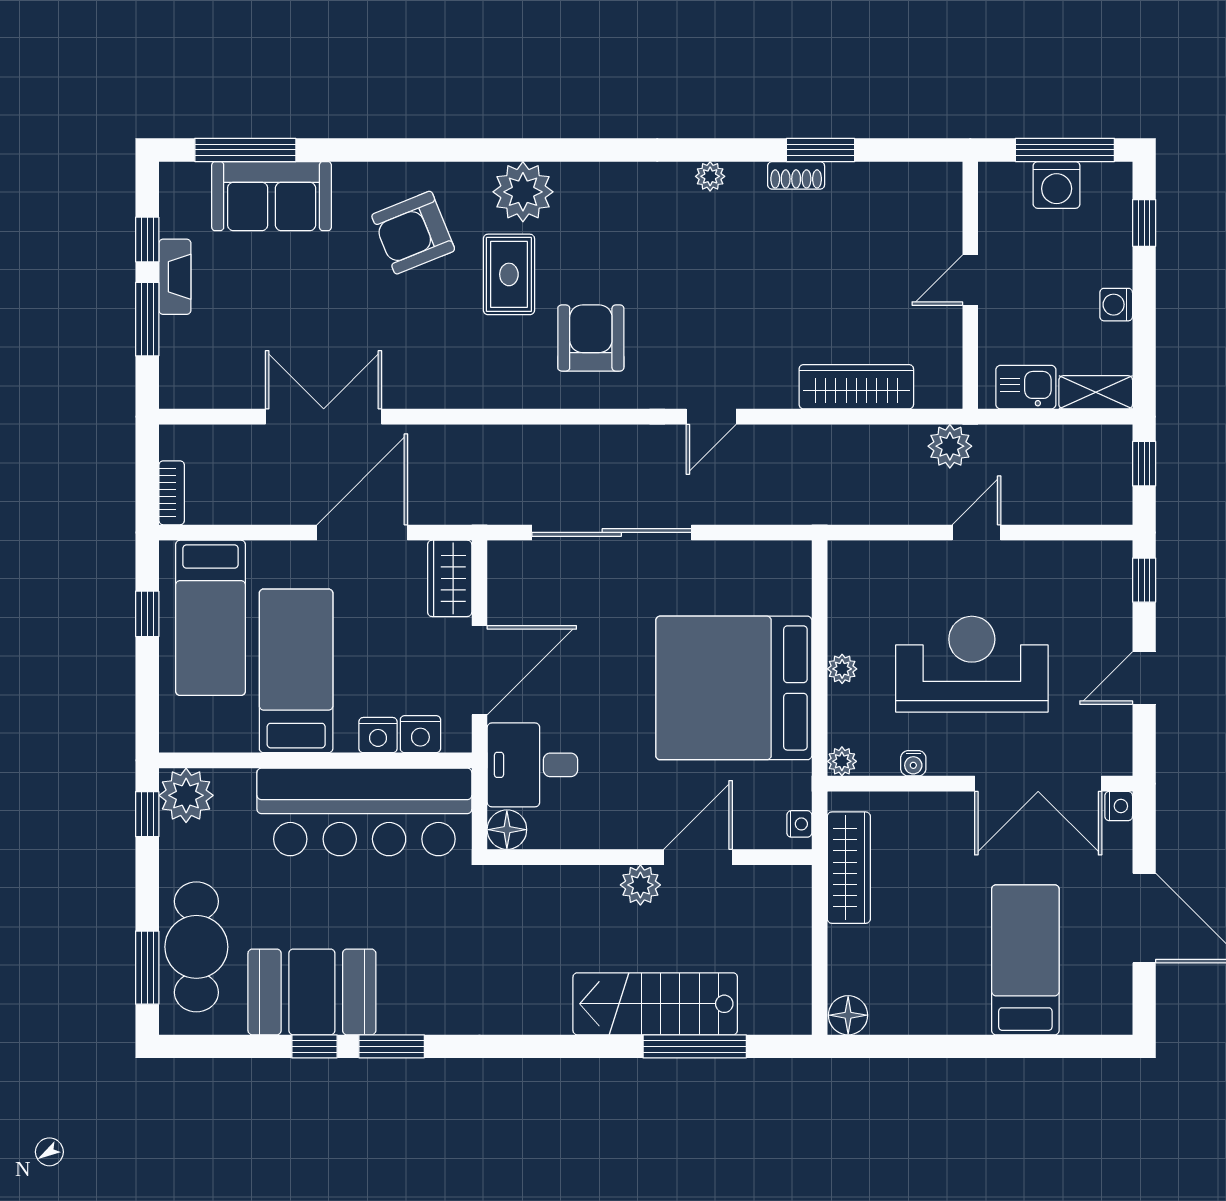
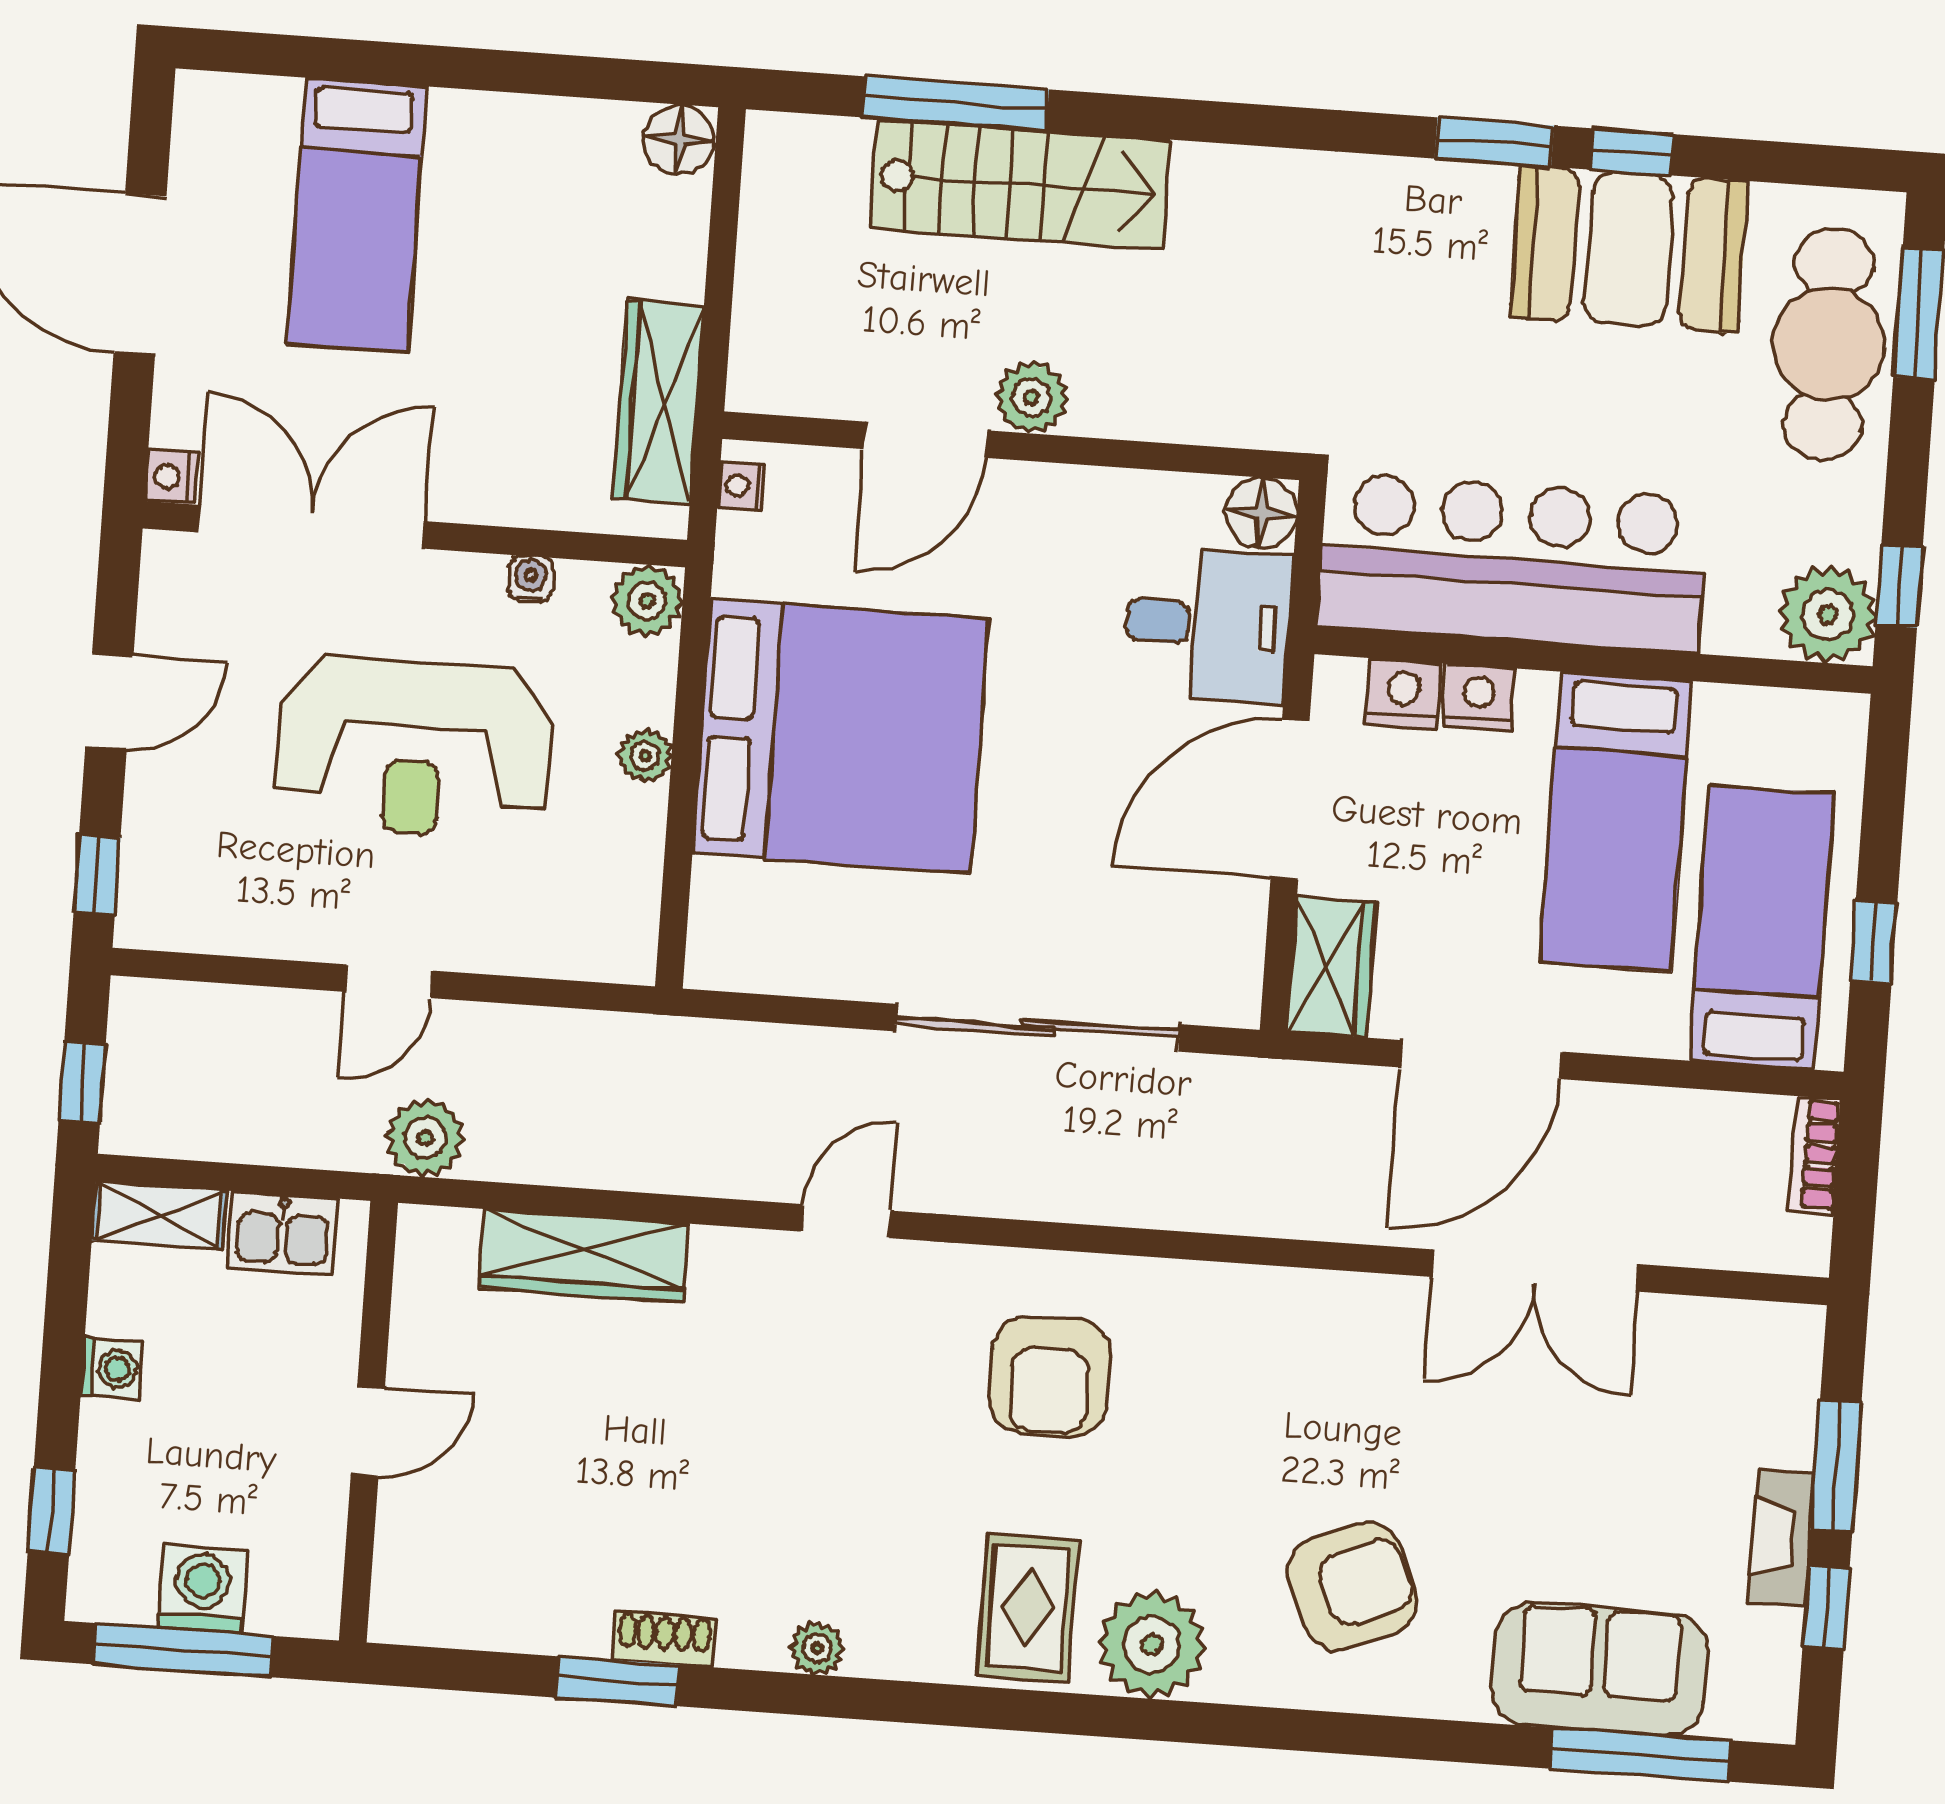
rug: (509, 274) -> (1028, 1608), moved
plant: (842, 761) -> (647, 601), width x1.38, depth x1.38

